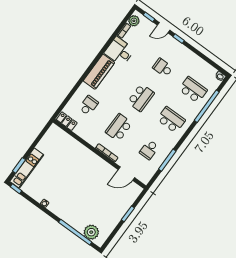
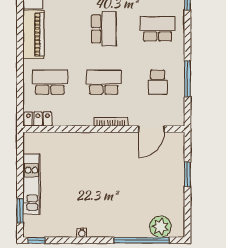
school desk: (89, 105) -> (50, 82), width x1.85
school desk: (119, 128) -> (104, 82), turned 90
kitchen unit: (27, 168) -> (31, 184), moved

